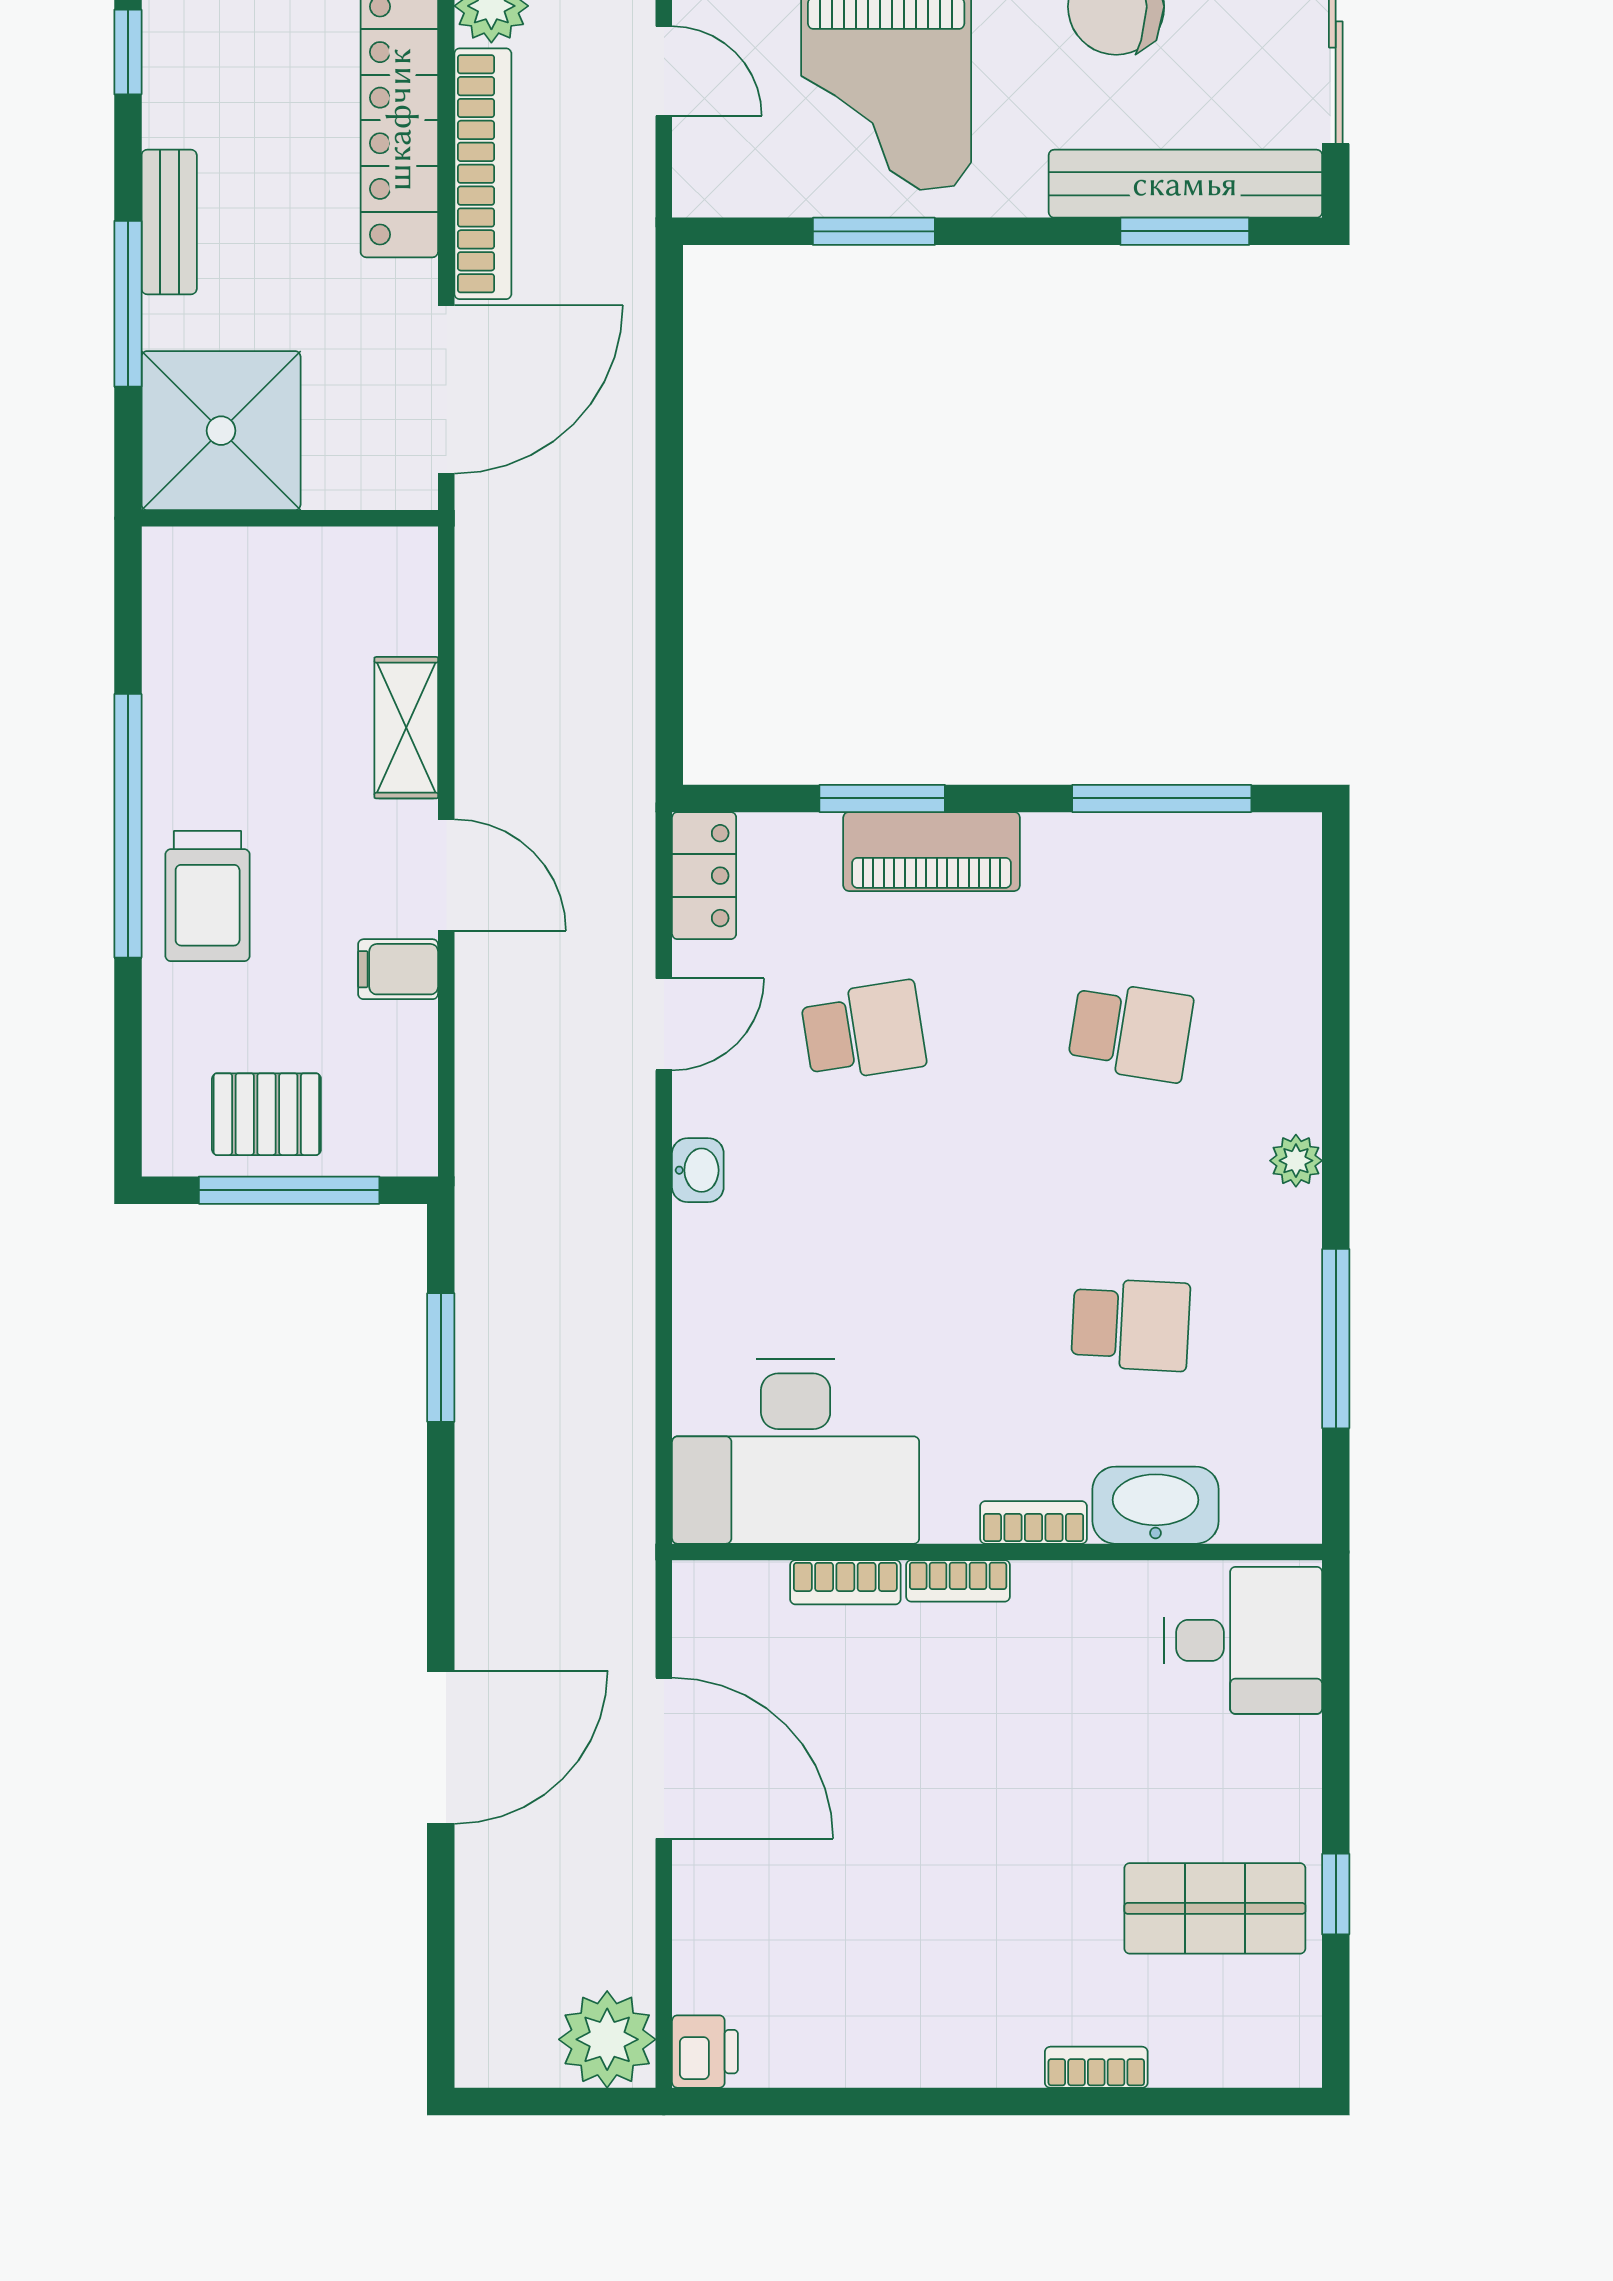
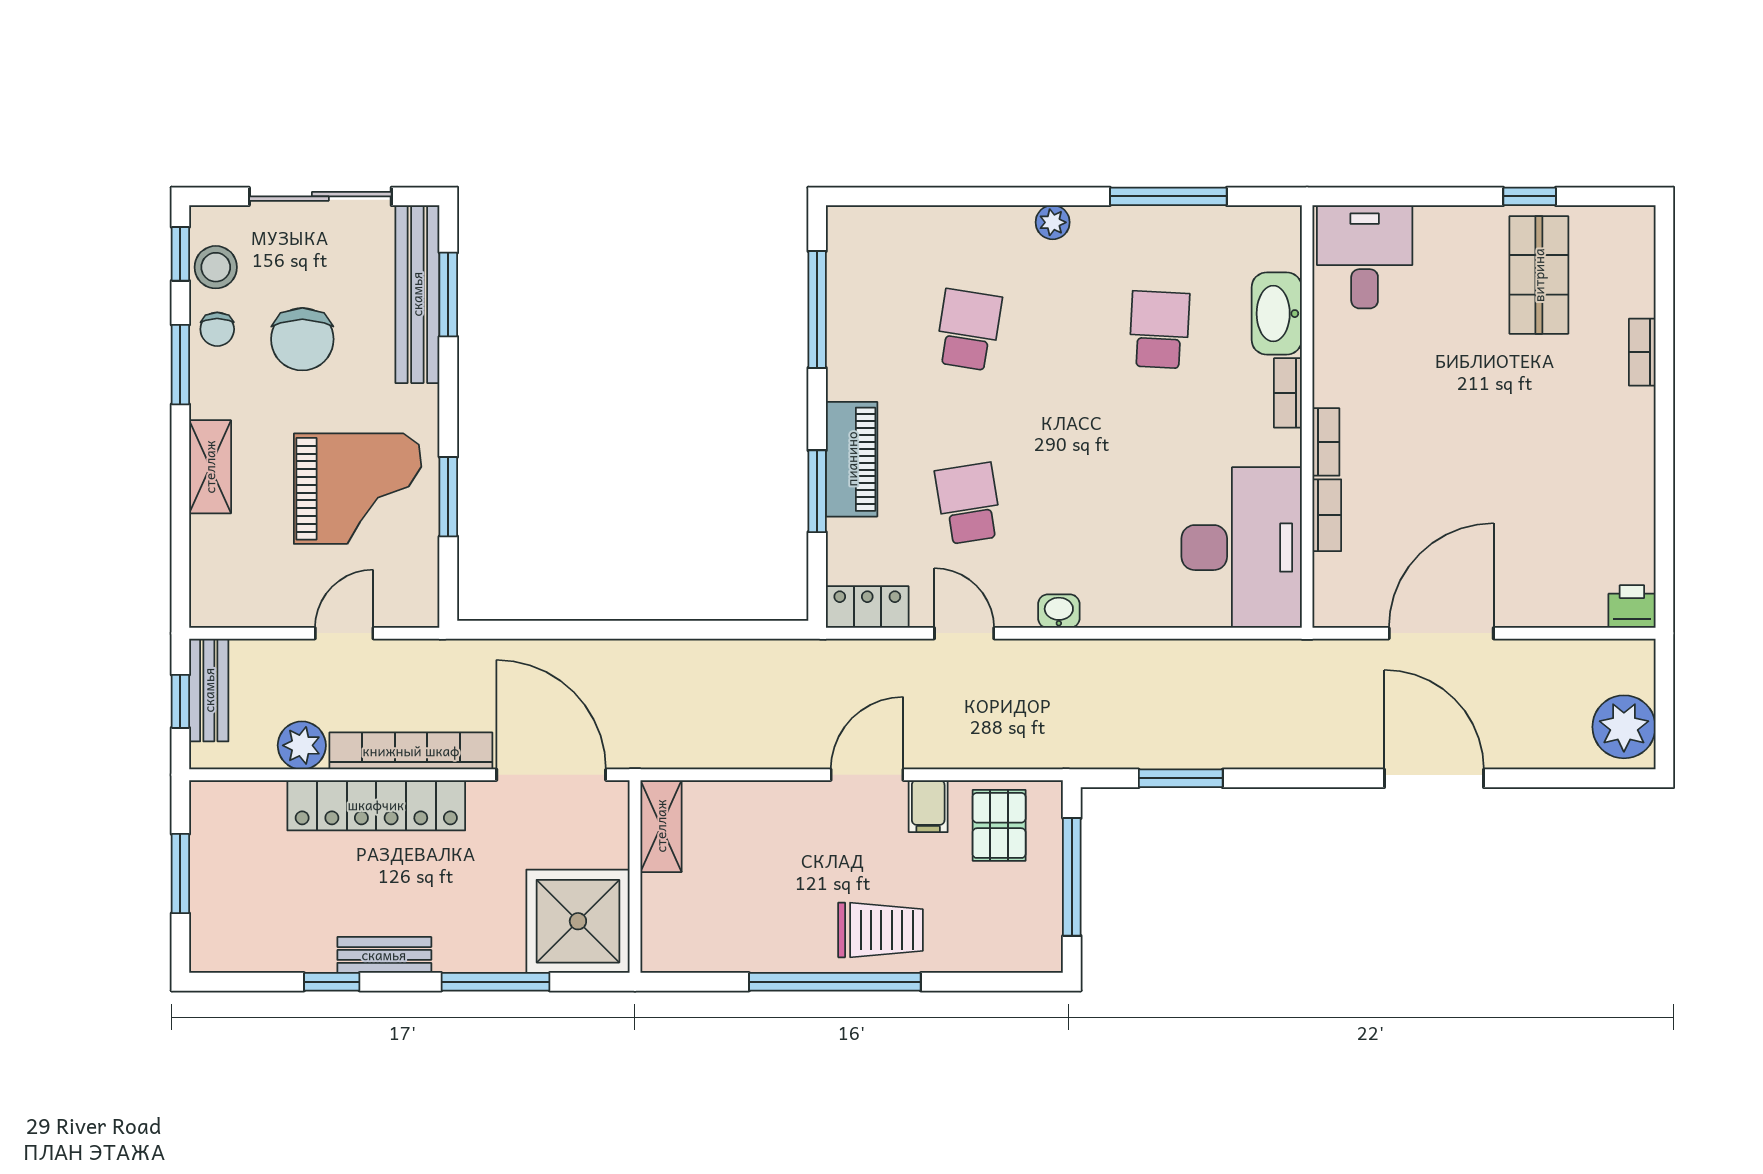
bench: (169, 222) -> (384, 955), moved
shelving: (406, 728) -> (661, 826), moved, turned 90
pallet: (266, 1114) -> (999, 825), moved
plant: (607, 2039) -> (1624, 727), moved

